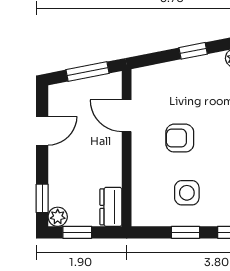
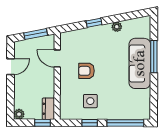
window: (42, 198) -> (10, 104), removed
window: (77, 232) -> (43, 123), moved

